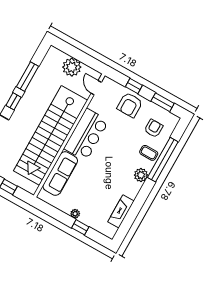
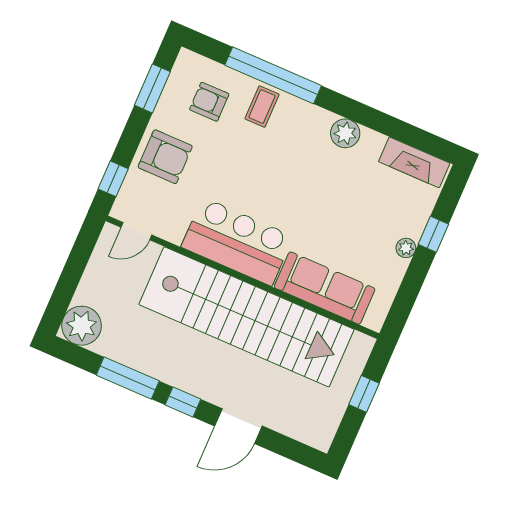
plant: (72, 67) -> (81, 326), moved
window: (134, 86) -> (113, 179), moved
plant: (141, 175) -> (345, 133), moved
fireplace: (121, 211) -> (414, 162), moved

